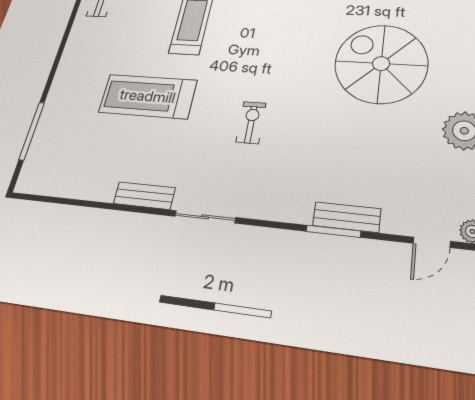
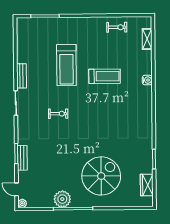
spiral stairs: (381, 64) -> (101, 176), moved
treadmill: (148, 96) -> (66, 65), turned 180

